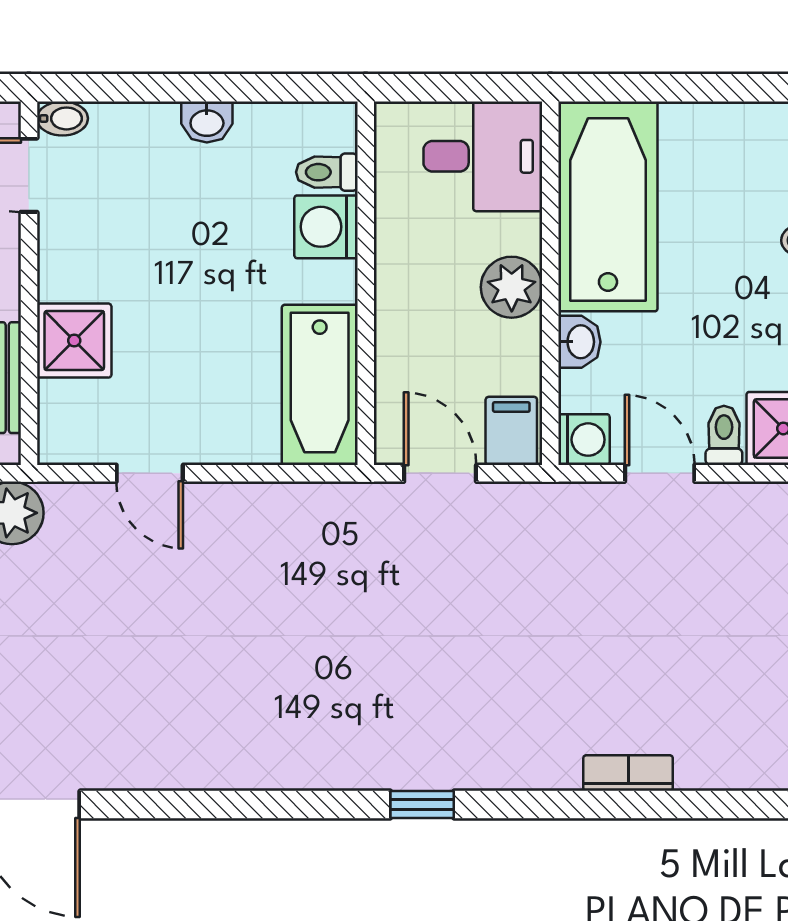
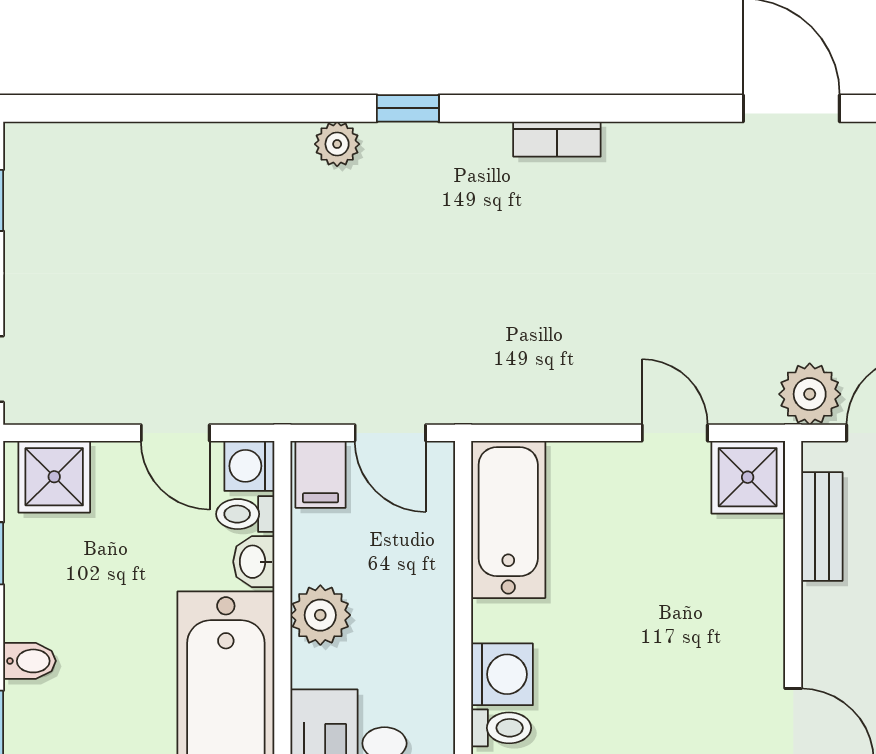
shower: (74, 341) -> (748, 477), moved
toilet: (724, 435) -> (245, 514), moved, turned 90
plant: (494, 768) -> (337, 144), added
bookcase: (628, 773) -> (557, 139), moved

